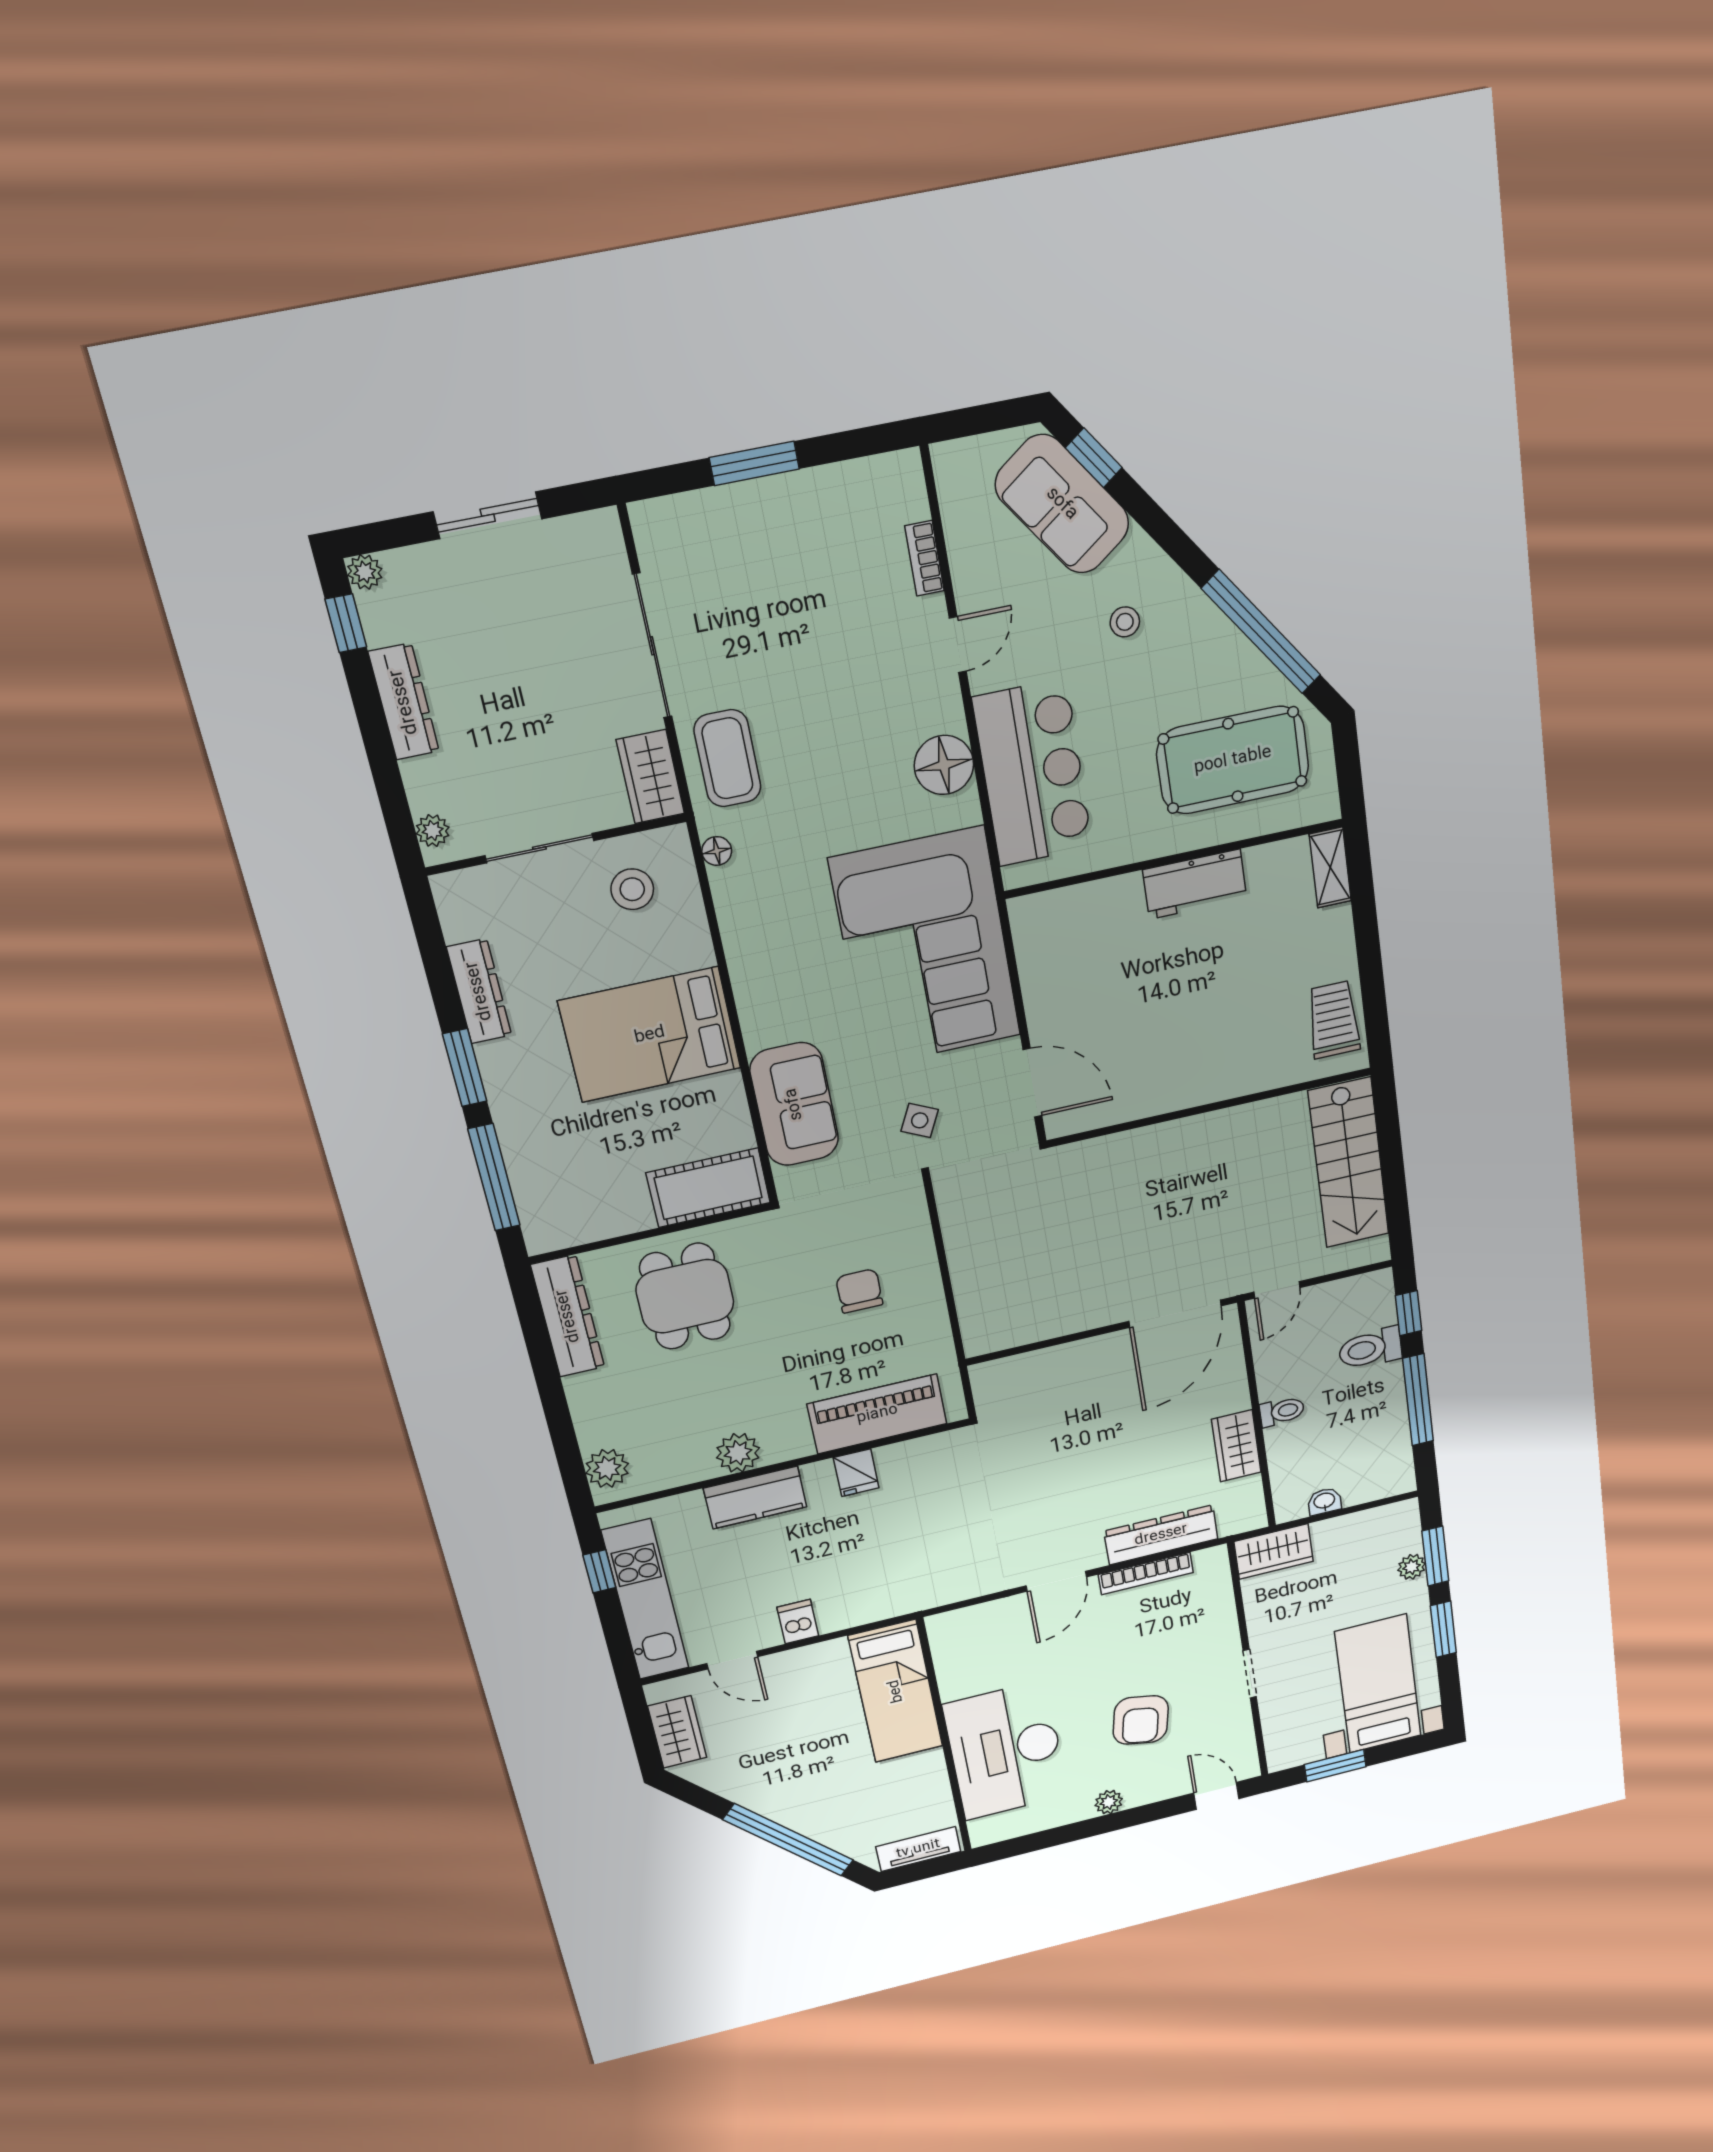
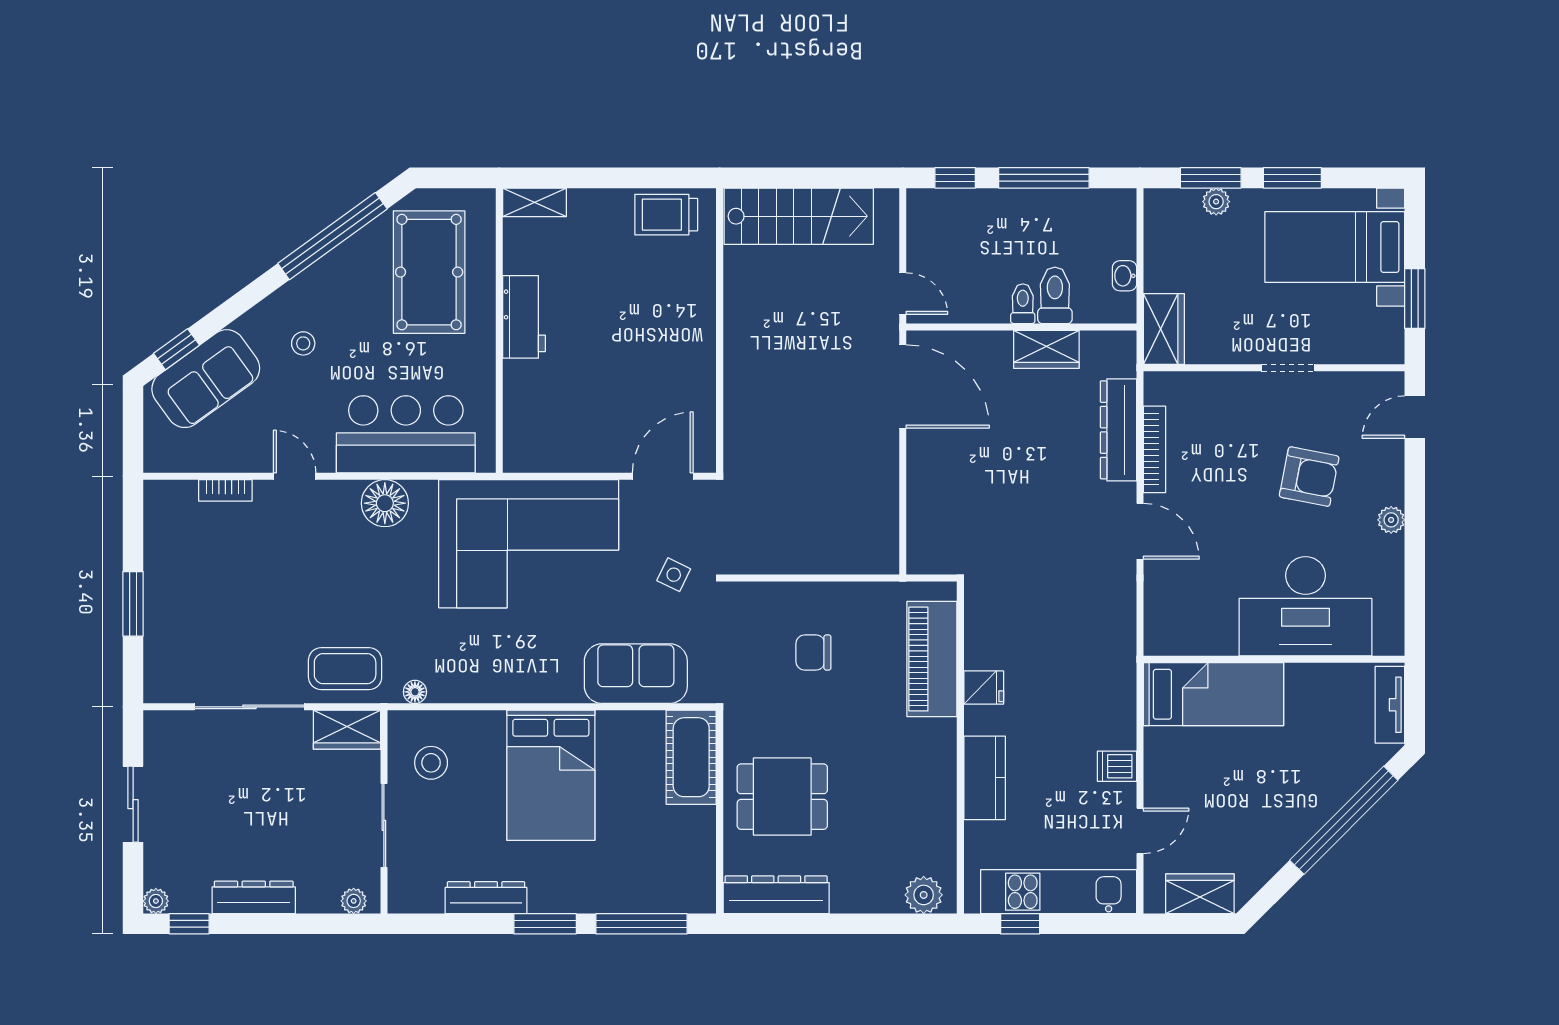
toilet: (1370, 1348) -> (1055, 295), moved, turned 180
plant: (738, 1453) -> (938, 783), removed

